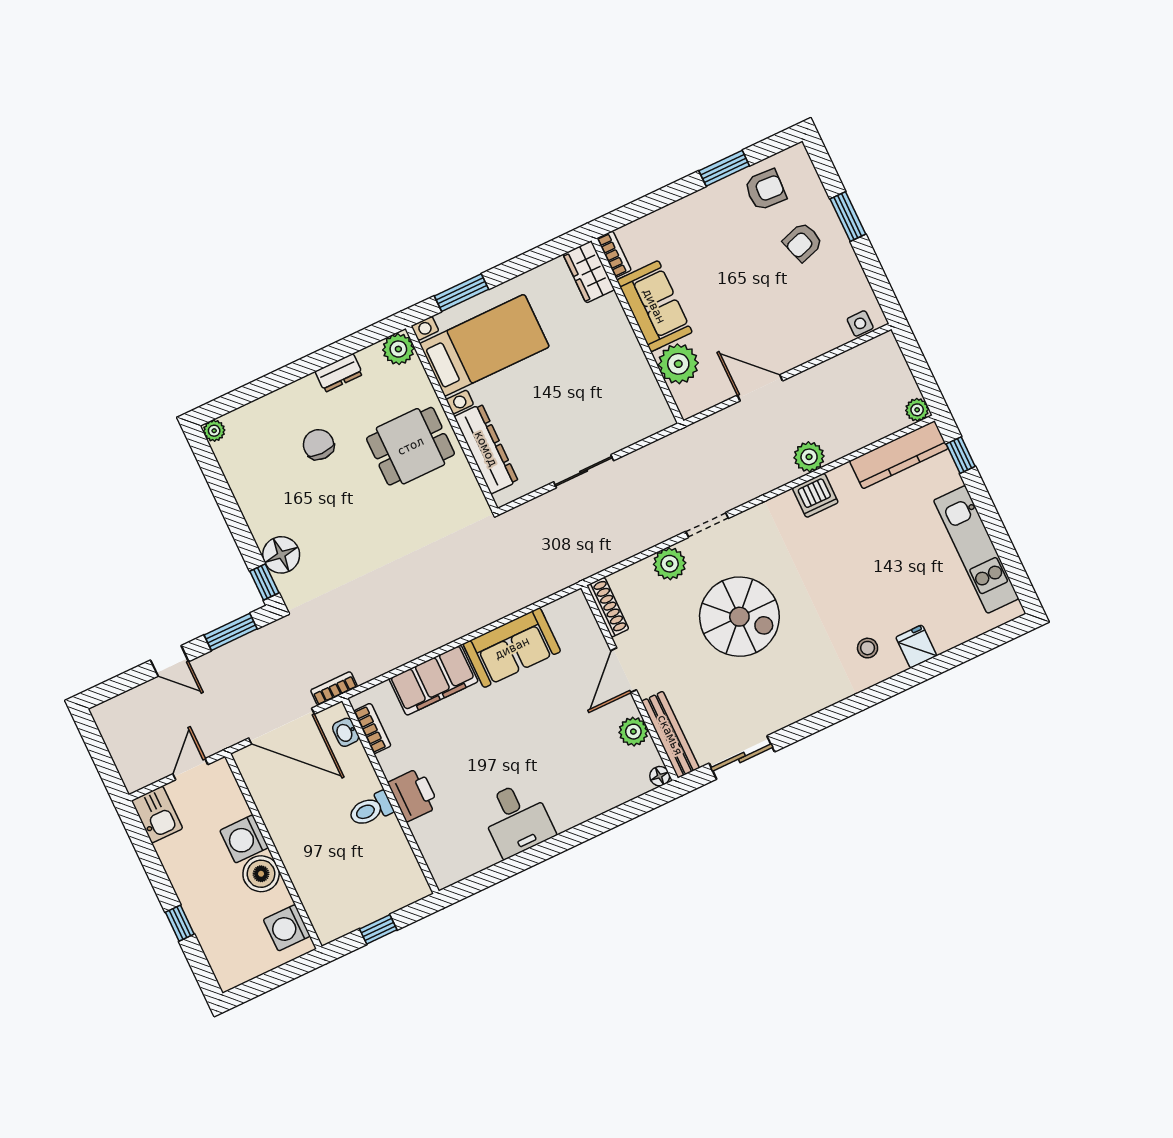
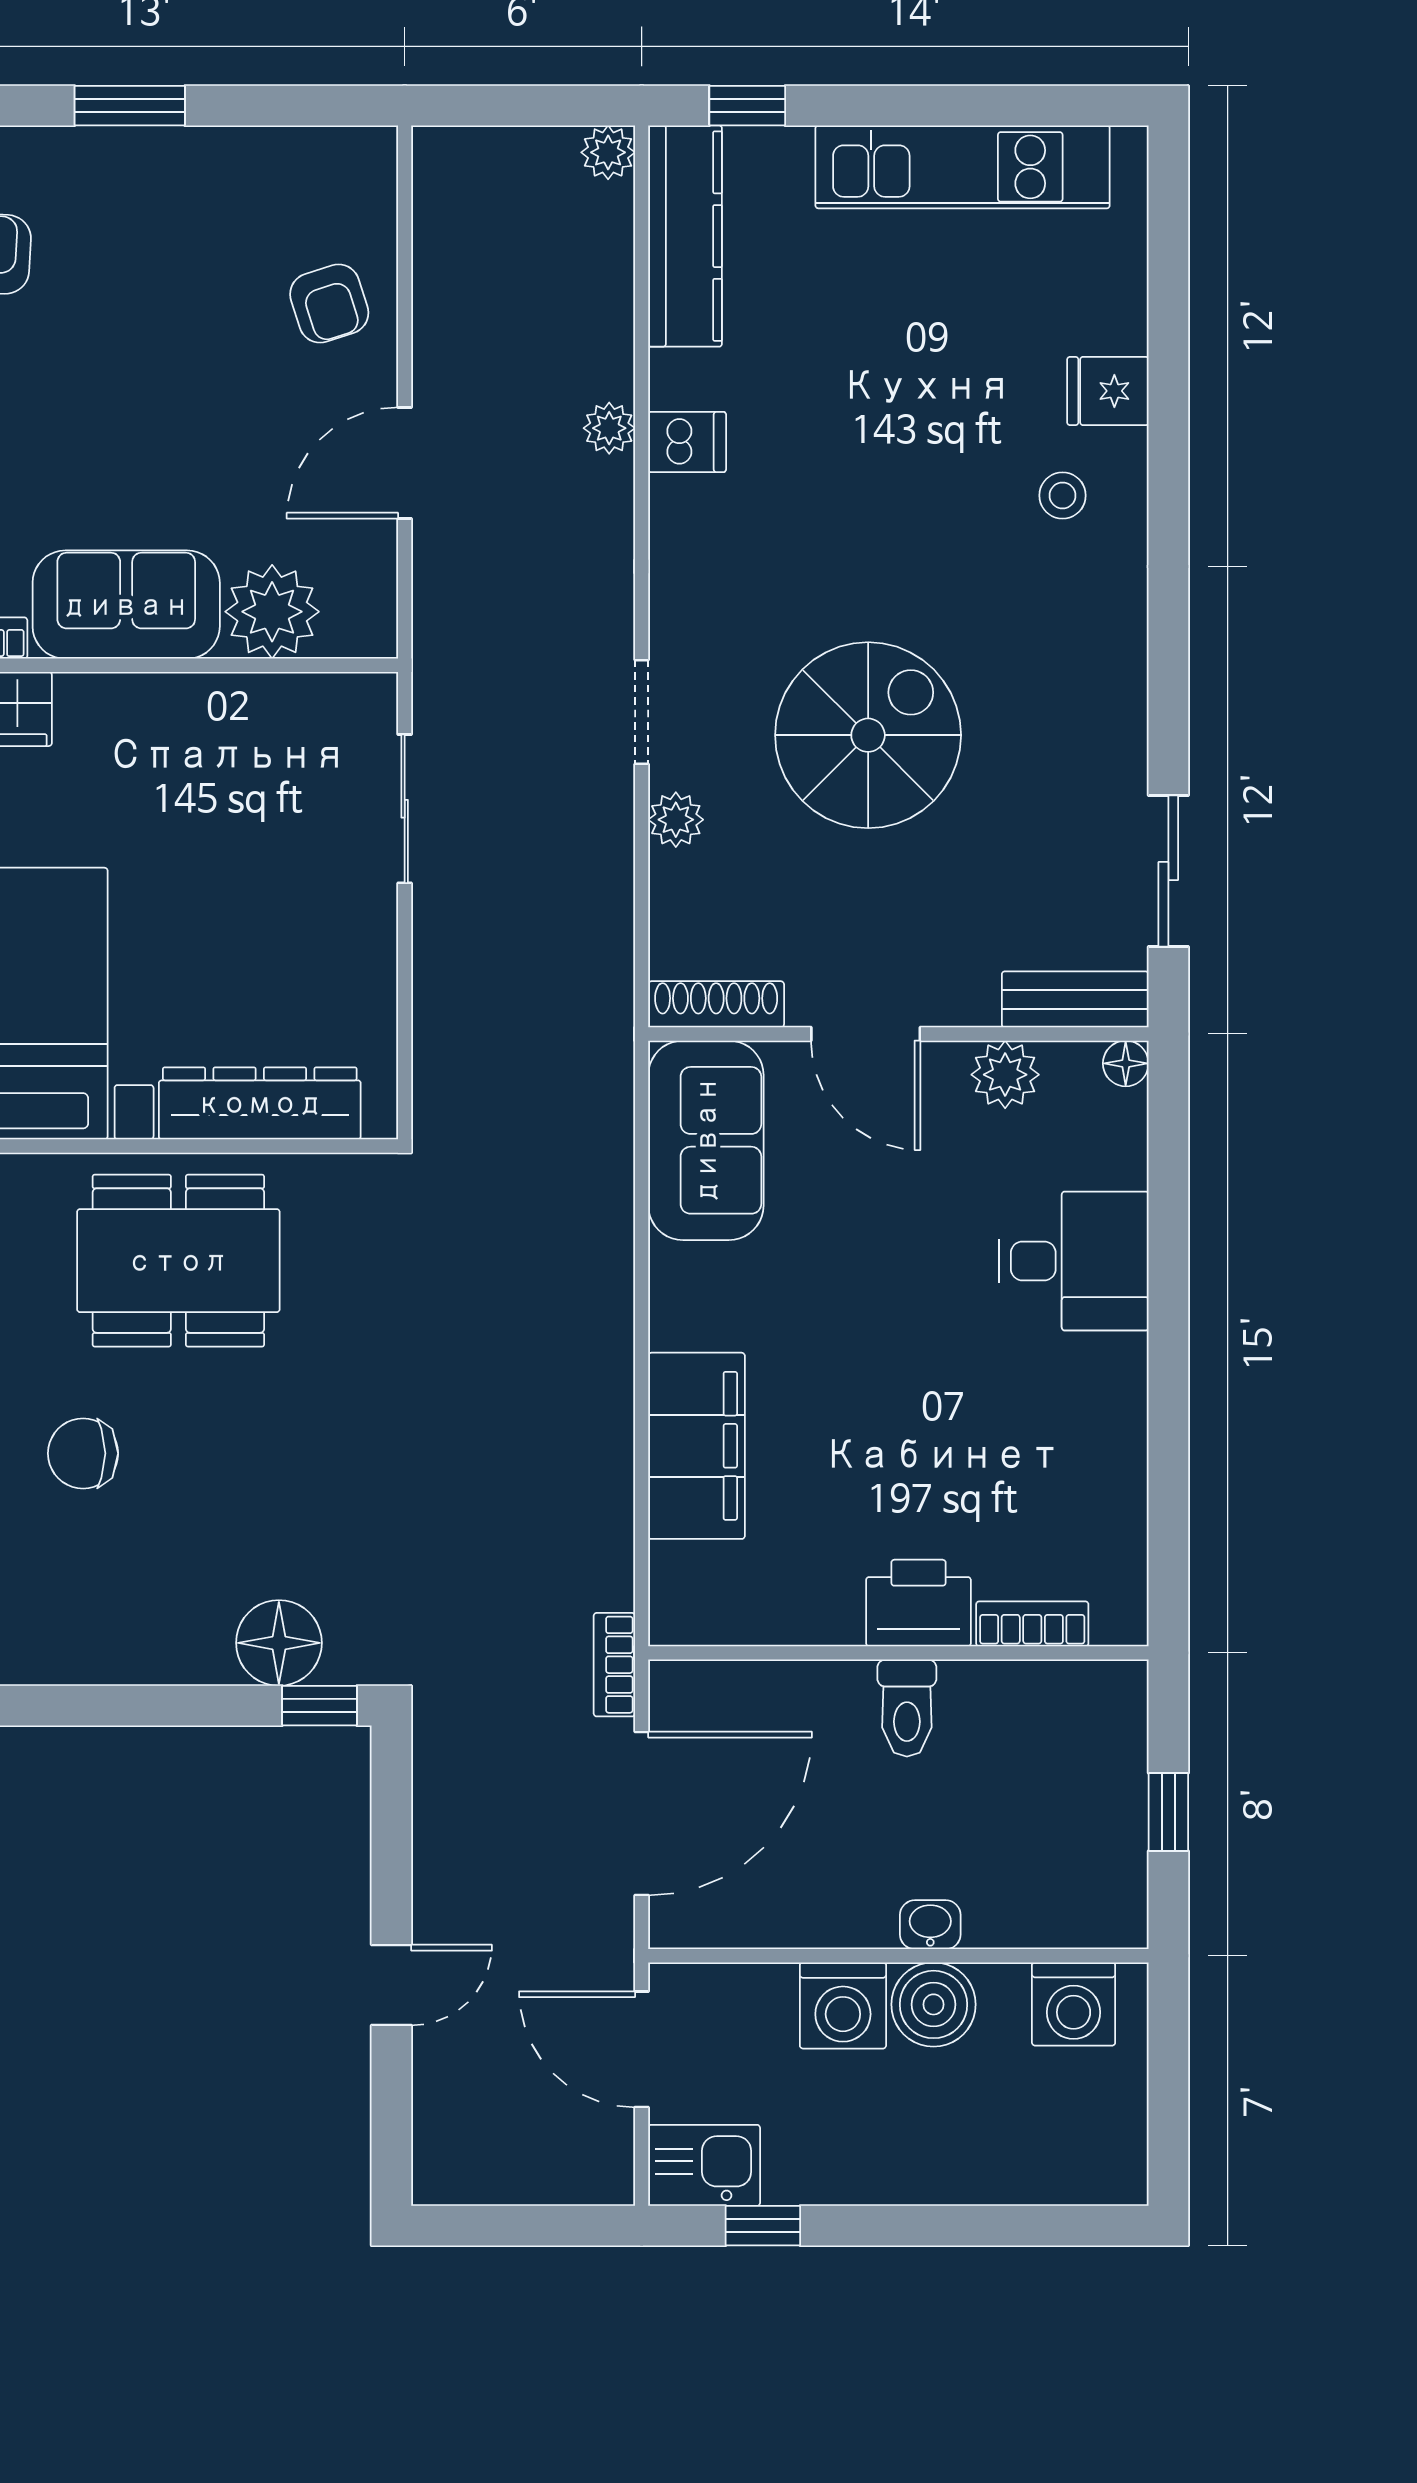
armchair: (803, 242) -> (329, 304), moved
side table: (860, 323) -> (368, 187), removed
dining table: (411, 446) -> (178, 1261), width x1.38
plant: (809, 457) -> (609, 428), width x0.73, depth x0.73
sliding door: (584, 471) -> (405, 809), moved
dishwasher: (815, 495) -> (687, 442), width x0.73
plant: (670, 564) -> (676, 820), width x0.73, depth x0.73
window: (231, 632) -> (391, 1827), removed
sofa: (512, 648) -> (706, 1140), moved
bookcase: (372, 728) -> (1032, 1624), moved
washbasin: (346, 732) -> (930, 1925), moved, turned 180
bench: (670, 735) -> (1075, 999), width x0.73
door: (190, 769) -> (642, 2049), width x1.38
desk: (517, 819) -> (1074, 1261), moved
window: (180, 923) -> (763, 2226), moved

